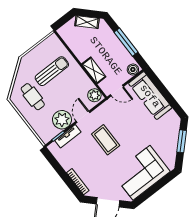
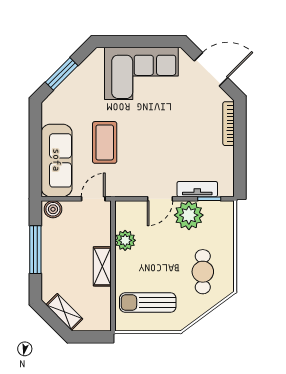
shelving: (94, 70) -> (102, 266), moved
sun lounger: (52, 71) -> (148, 302), moved
door: (117, 91) -> (93, 199), hinge flipped
plant: (94, 95) -> (125, 240), moved
coffee table: (106, 140) -> (105, 142), moved

